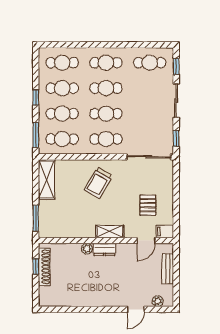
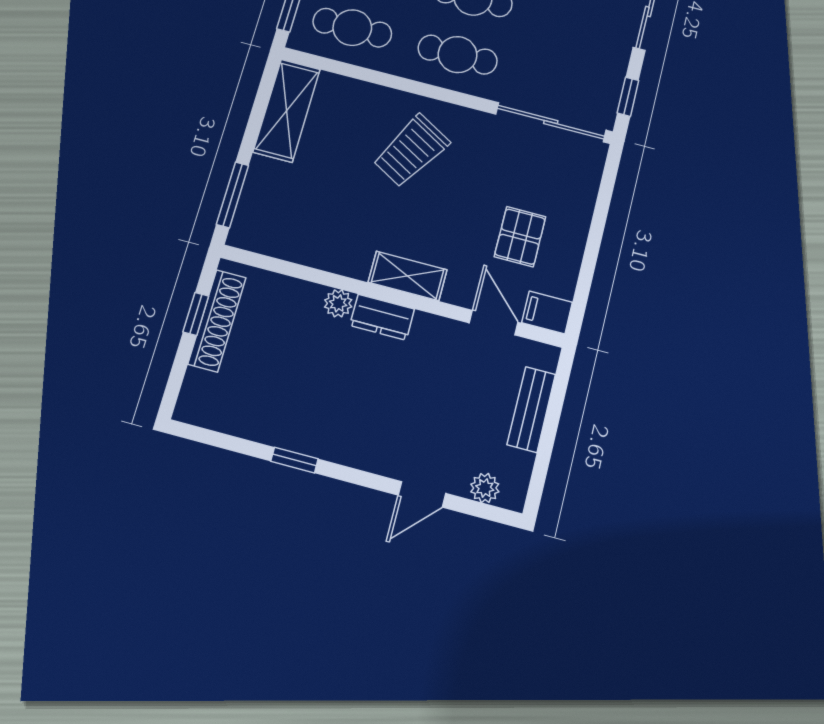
door: (146, 241) -> (494, 323), swing flipped
window: (87, 309) -> (294, 460), added

